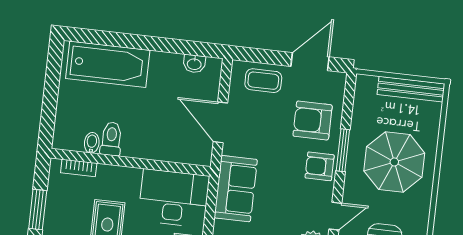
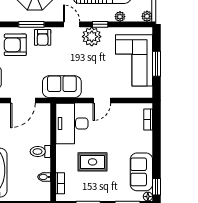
armchair: (313, 120) -> (15, 45), turned 90
toilet: (111, 139) -> (40, 152), moved

